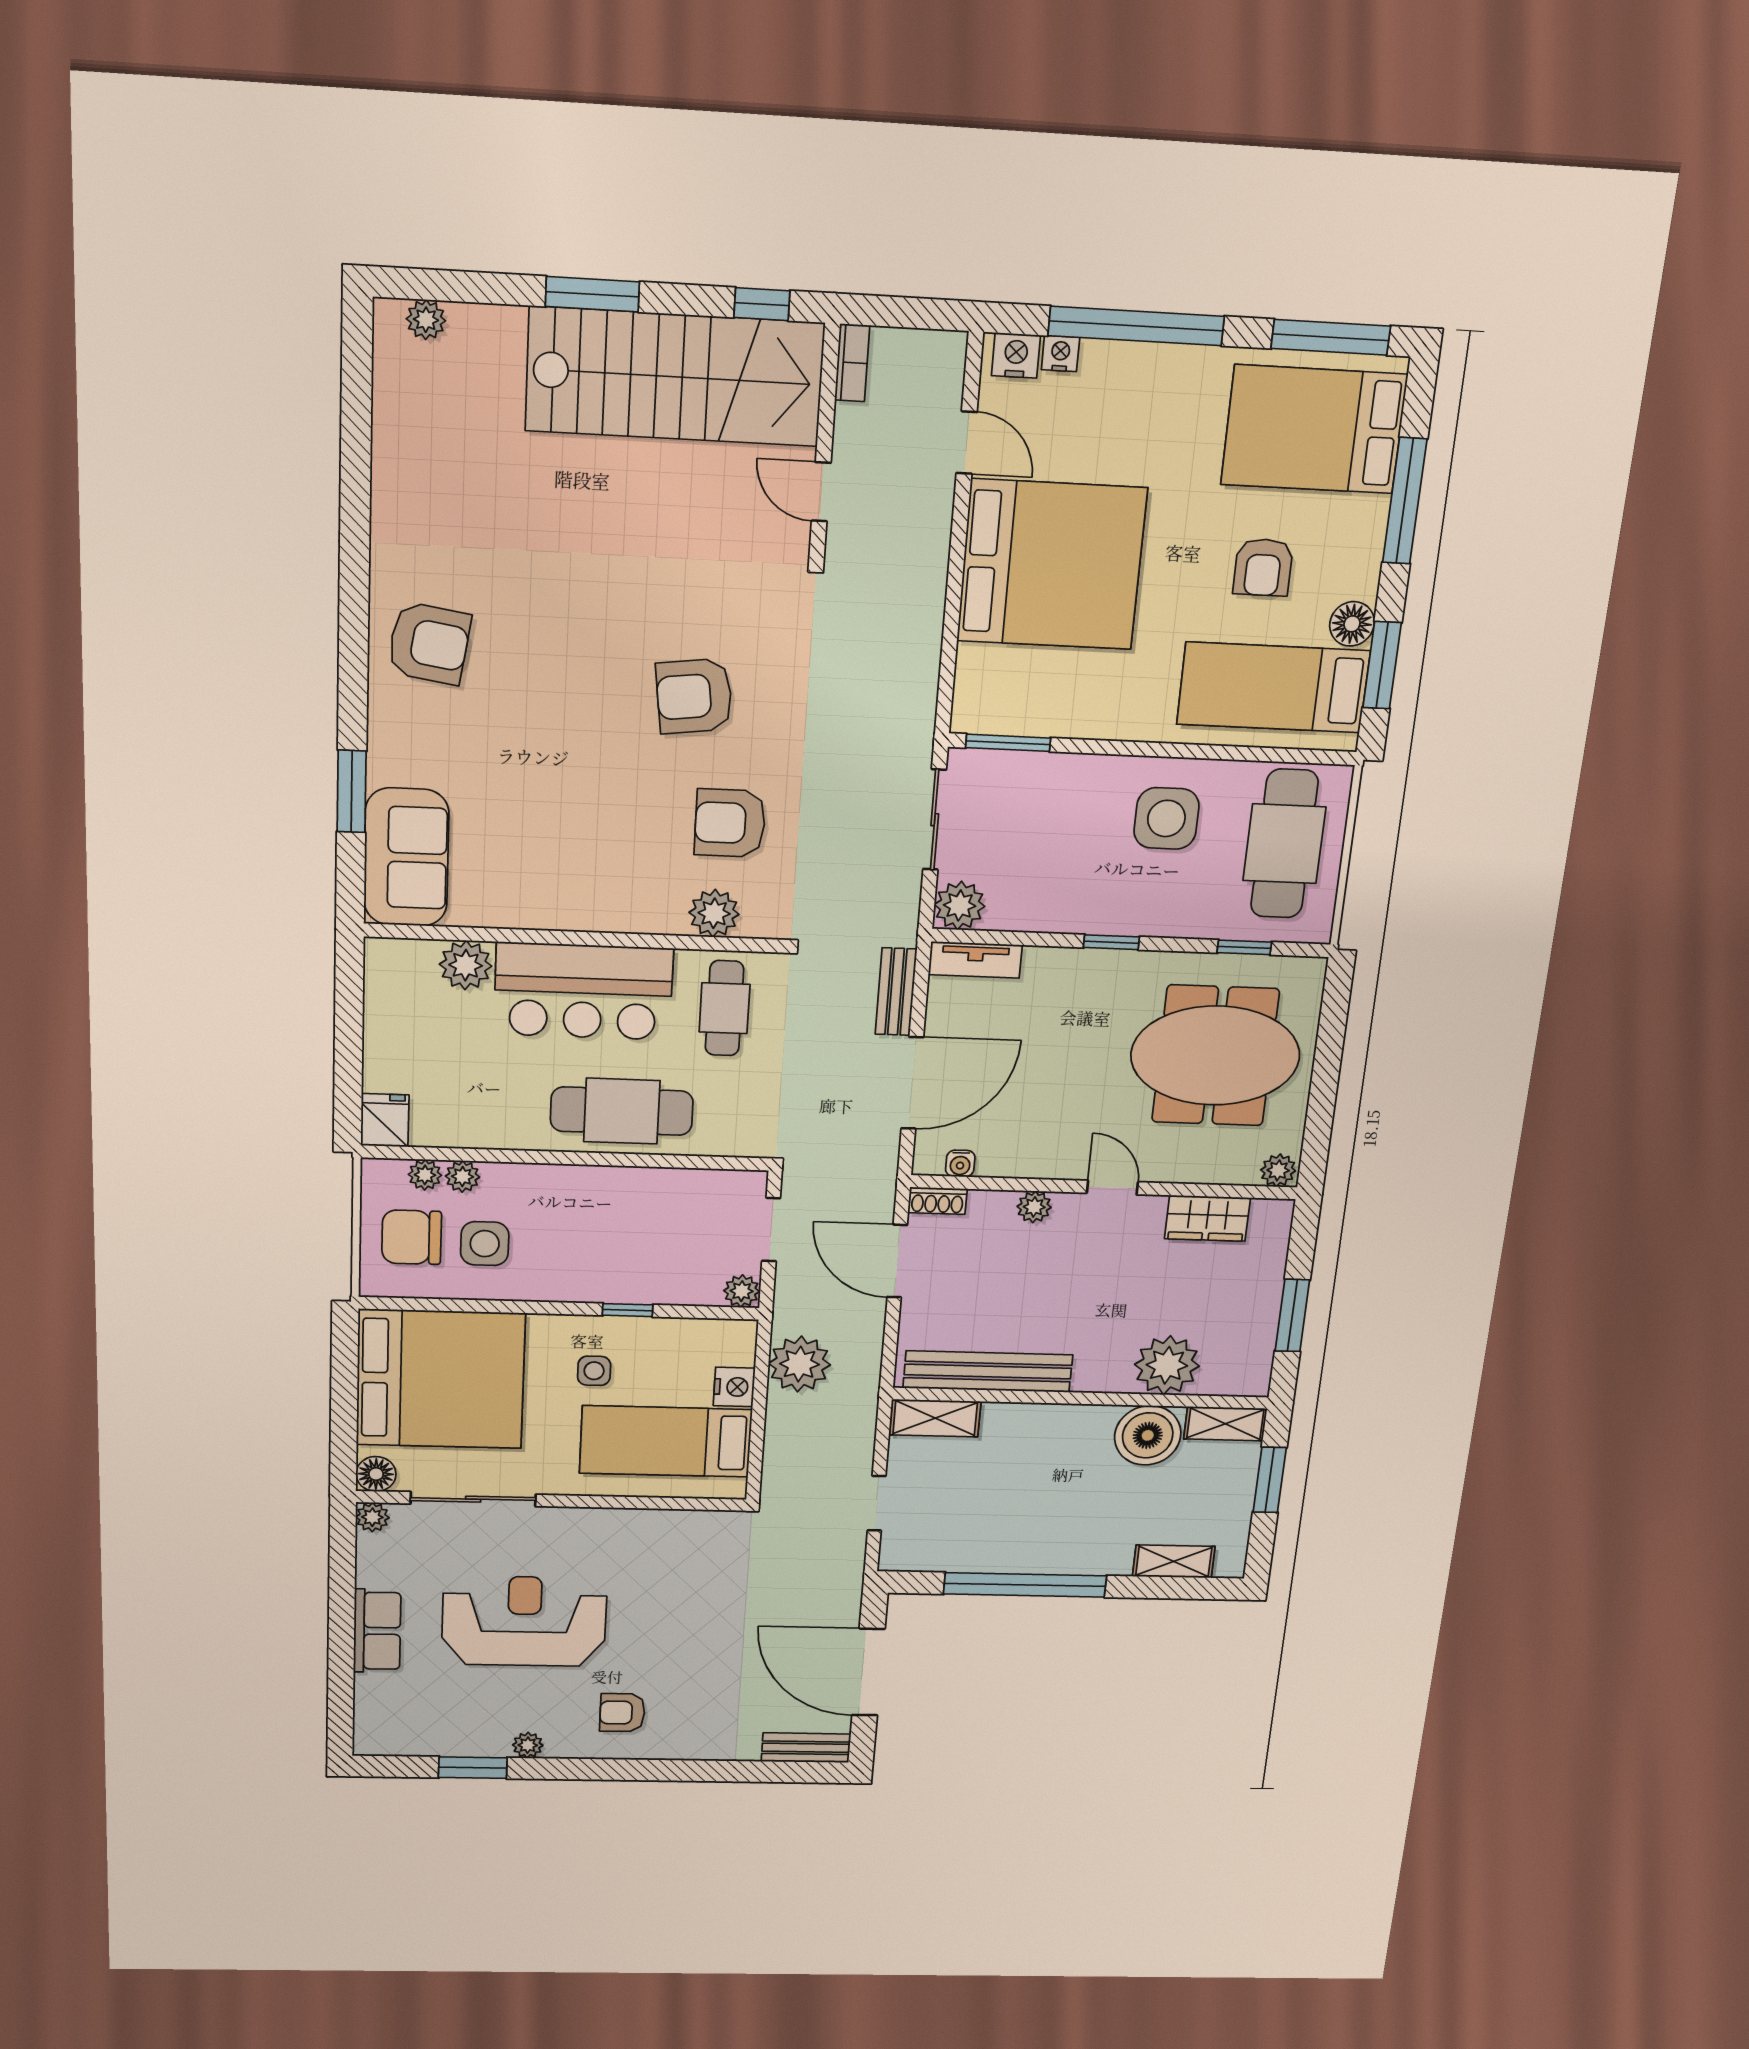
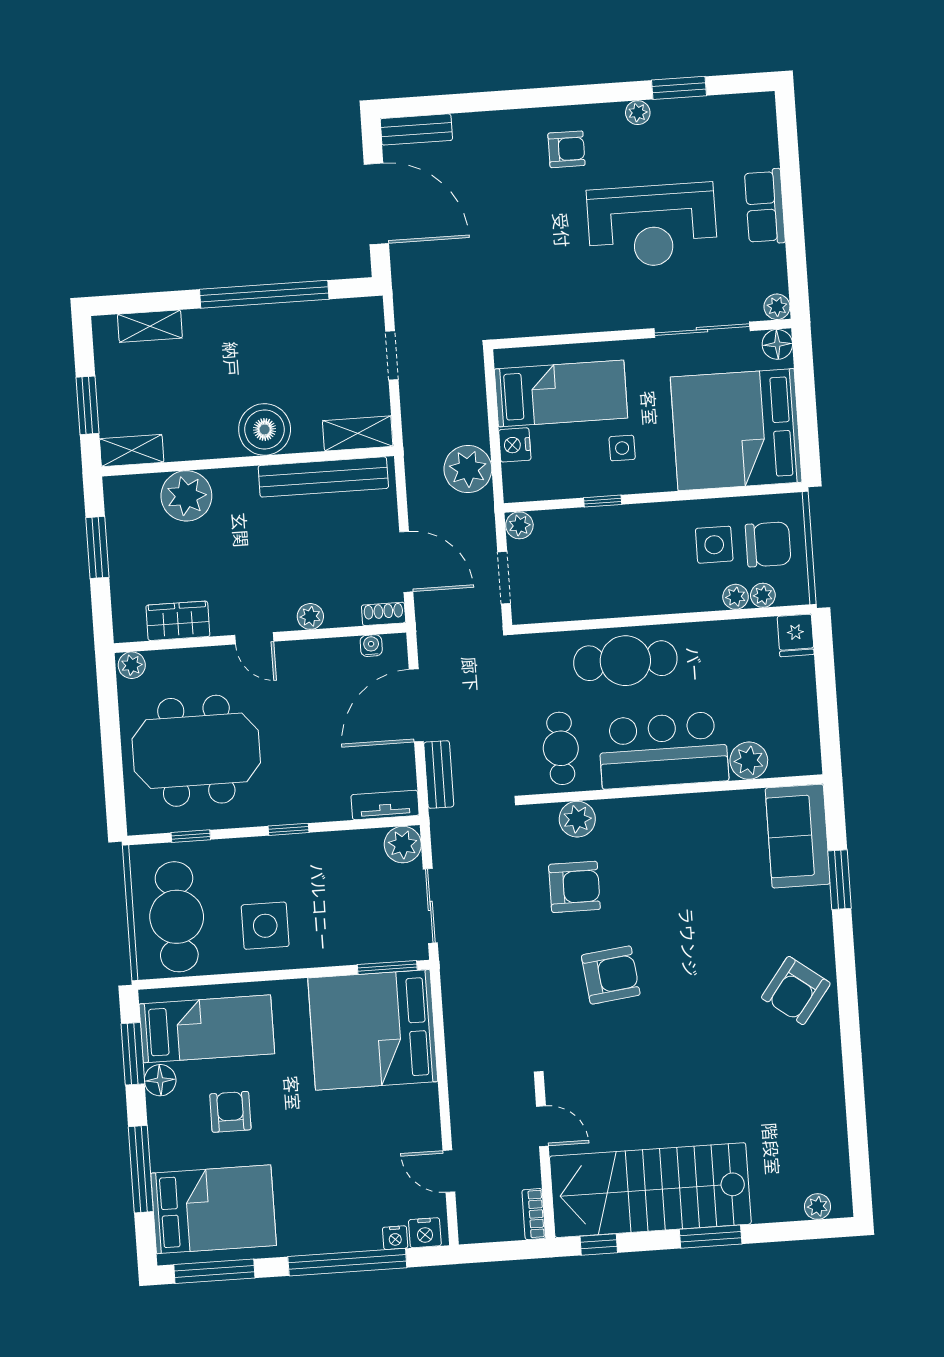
bed: (1052, 565) -> (373, 1030), moved
armchair: (429, 643) -> (796, 991), turned -62
boiler: (1148, 1435) -> (265, 429), moved

